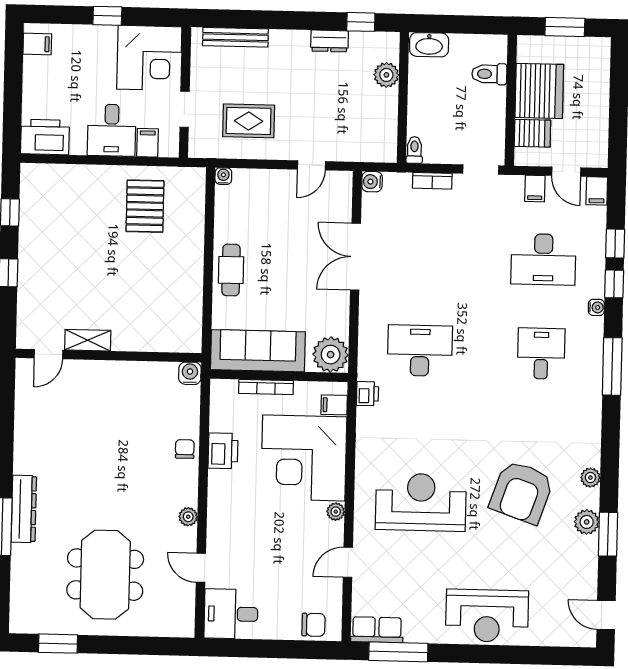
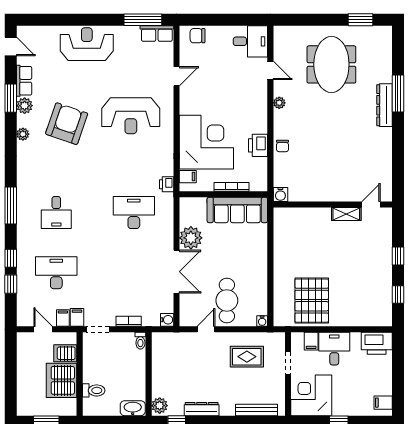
dresser: (329, 41) -> (202, 409), width x1.44
plant: (386, 75) -> (160, 406), moved
filing cabinet: (597, 191) -> (77, 317), moved
pallet: (145, 206) -> (312, 301), width x1.37, depth x1.41
cafe table: (231, 270) -> (227, 300), moved, width x1.37, depth x1.35
water cooler: (596, 307) -> (22, 243), removed
desk: (420, 351) -> (134, 213), turned 180
plant: (331, 355) -> (191, 238), moved
plant: (336, 512) -> (185, 108), removed
row of seats: (586, 561) -> (24, 81), added

